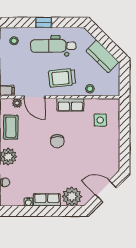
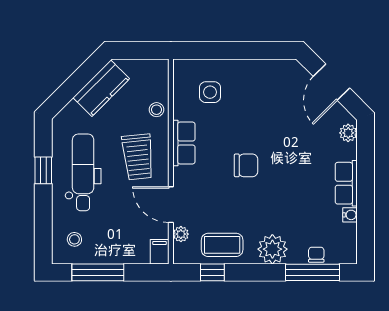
window: (44, 22) -> (43, 170), moved
dental chair: (53, 46) -> (83, 172), turned 180
door: (34, 97) -> (171, 205), swing flipped
plant: (72, 196) -> (348, 133), width x0.53, depth x0.53

